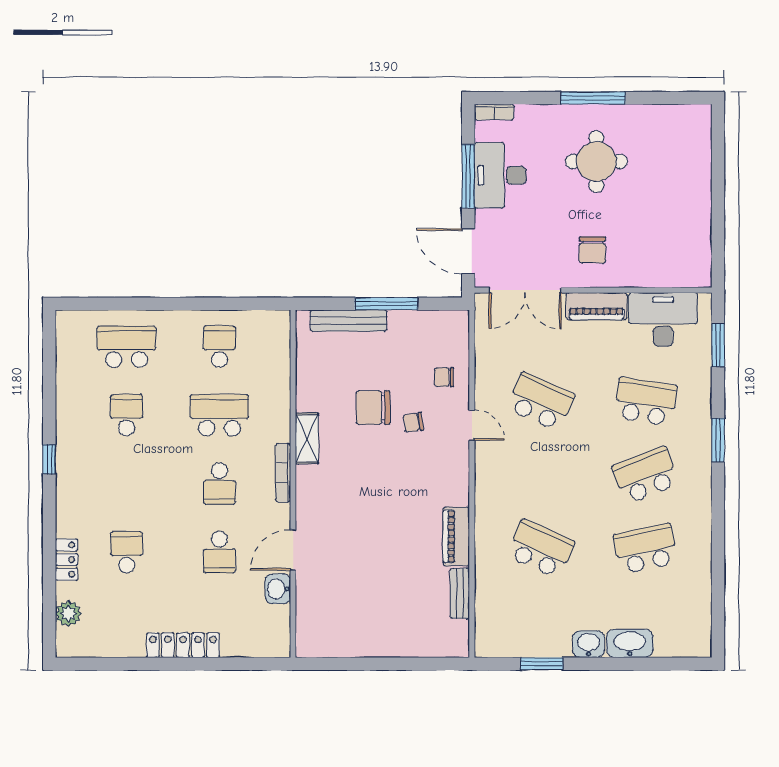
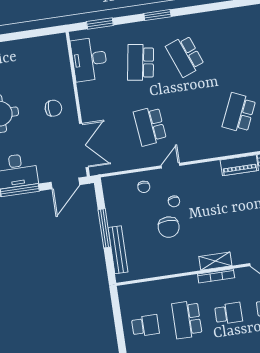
piano: (597, 306) -> (87, 101), removed
school desk: (220, 347) -> (145, 326), turned 180
school desk: (541, 402) -> (150, 126), turned -30
shelving: (307, 438) -> (215, 261), moved
school desk: (646, 549) -> (230, 49), removed

